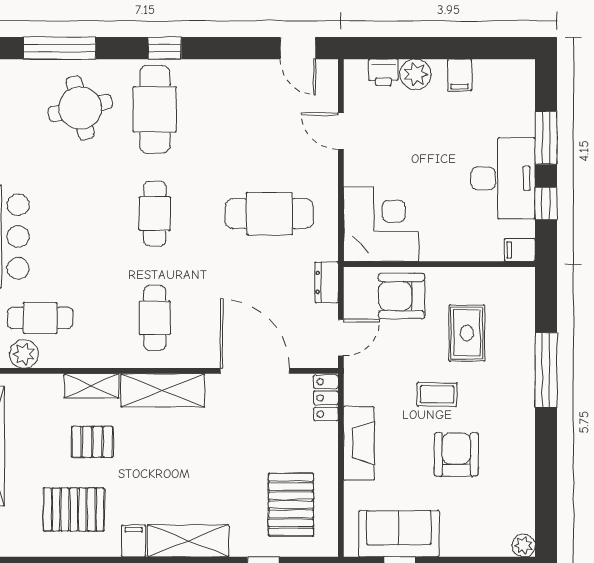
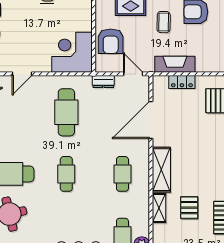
cafe table: (155, 214) -> (66, 174), turned 90
cafe table: (155, 318) -> (122, 174), turned 90
locker: (326, 398) -> (182, 82), moved
fireplace: (359, 443) -> (175, 64), moved

